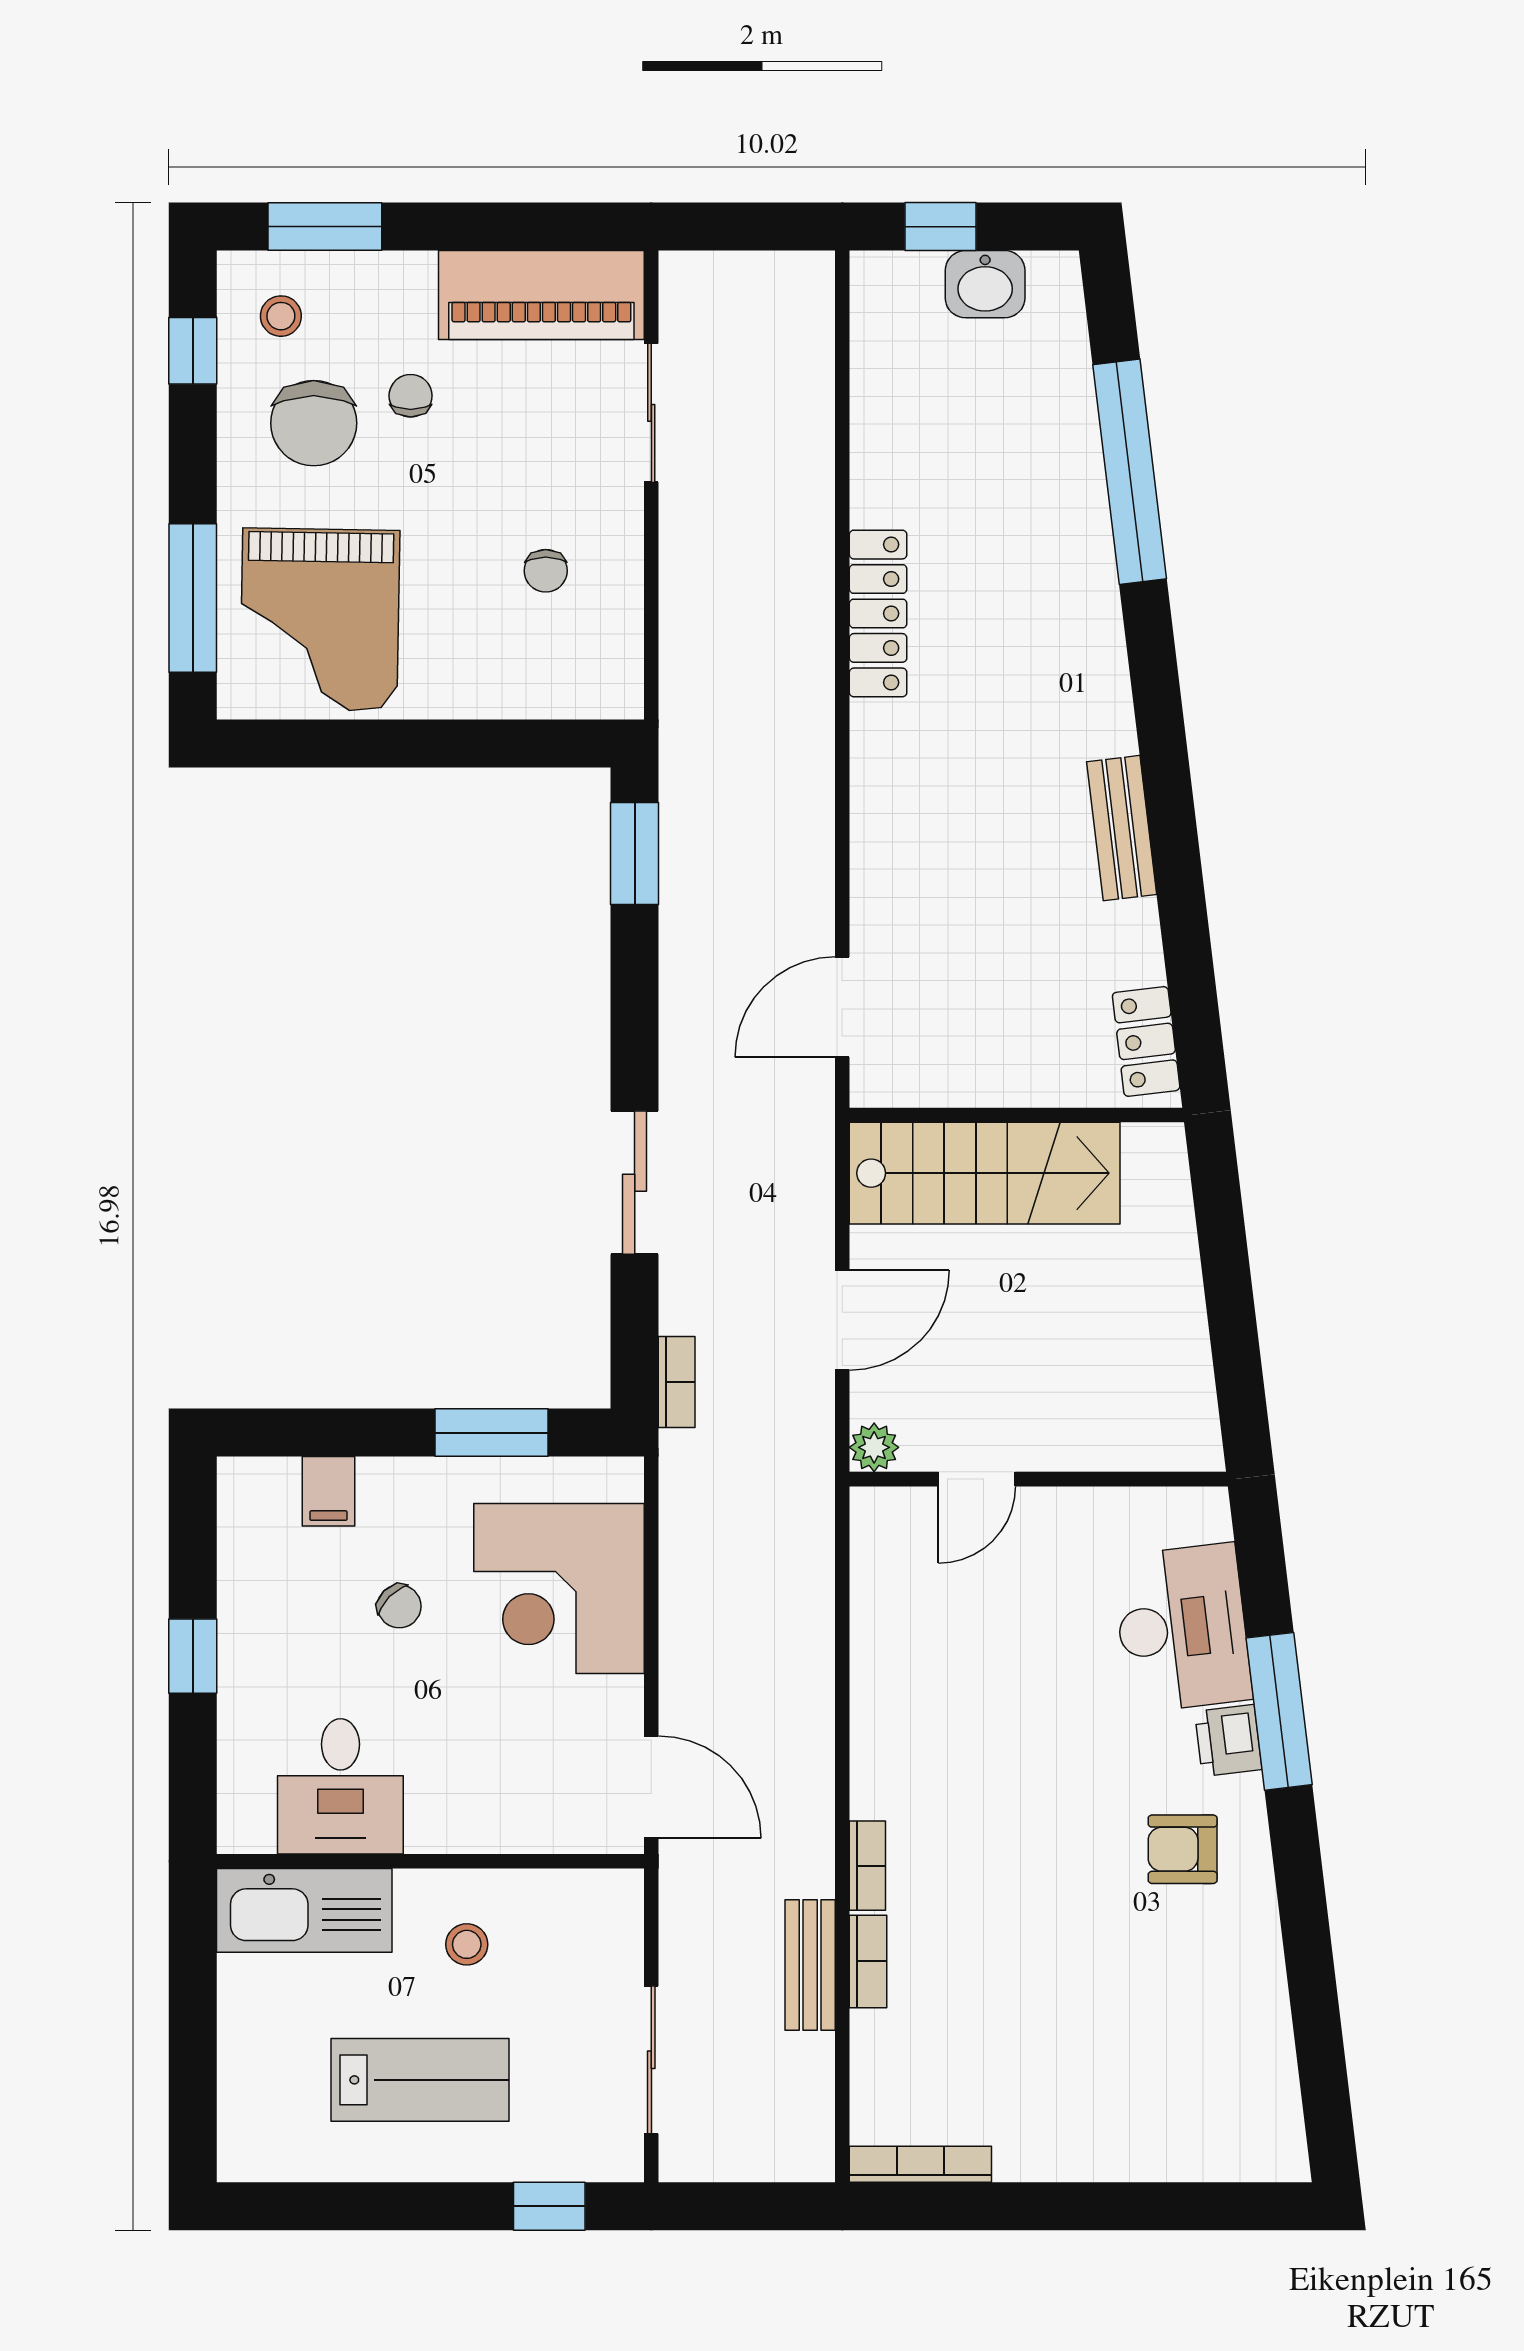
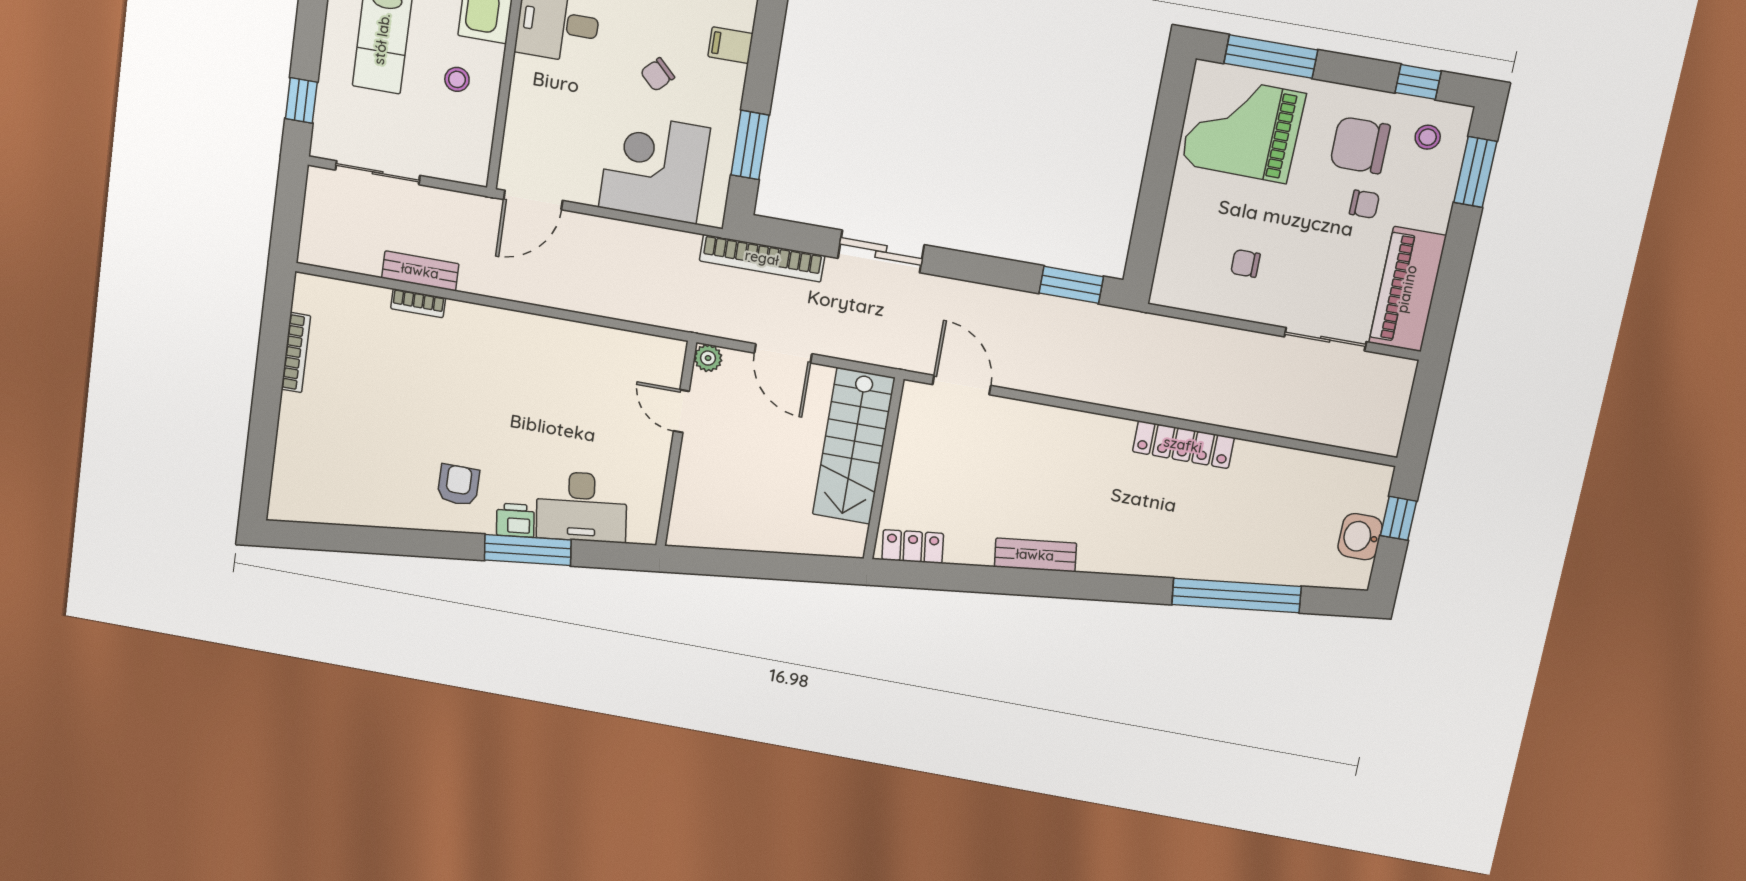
bookcase: (677, 1382) -> (762, 258), width x2.31, depth x1.31
bookcase: (867, 1866) -> (472, 312), removed
bookcase: (920, 2164) -> (296, 353), moved

